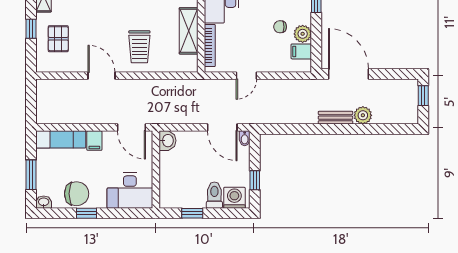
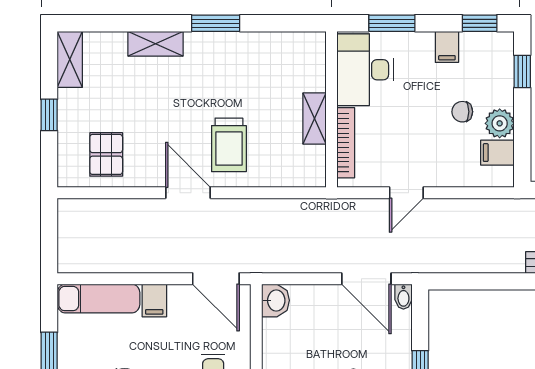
shelving: (189, 31) -> (314, 118), width x0.67, depth x0.75
pallet: (58, 39) -> (106, 154), moved
door: (101, 76) -> (188, 193), moved

